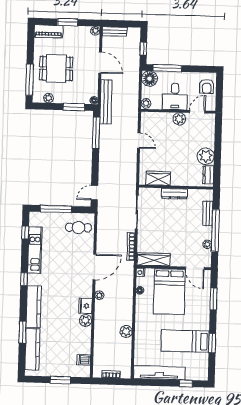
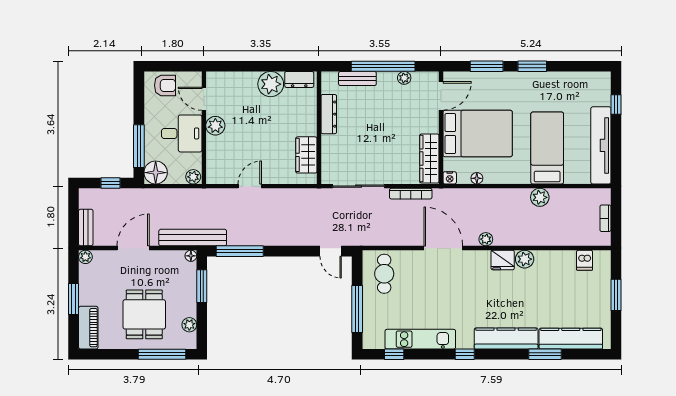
dresser: (174, 194) -> (329, 114), moved
bed: (185, 341) -> (547, 148), moved, turned 180
window: (212, 343) -> (532, 66), moved

